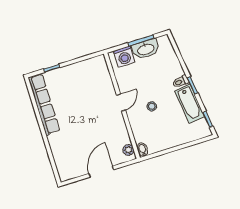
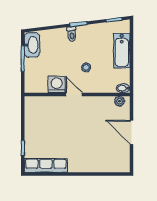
washbasin: (146, 49) -> (32, 45), moved
washing machine: (124, 56) -> (57, 85), moved, turned -90
row of seats: (44, 104) -> (46, 165), width x0.73
bathtub: (190, 104) -> (122, 51), moved, turned 97

